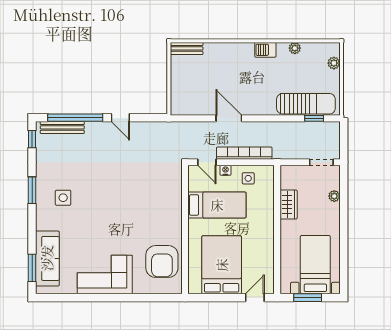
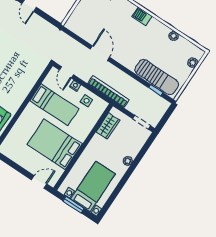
barbecue: (265, 50) -> (142, 16), moved
bookcase: (244, 153) -> (108, 92), moved
plant: (334, 196) -> (128, 161), moved
wardrobe: (289, 204) -> (108, 126), moved
bed: (222, 265) -> (55, 144), moved, turned -90

